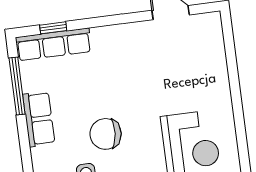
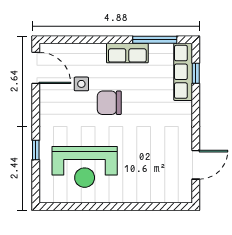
chair: (106, 134) -> (109, 103), turned -95

